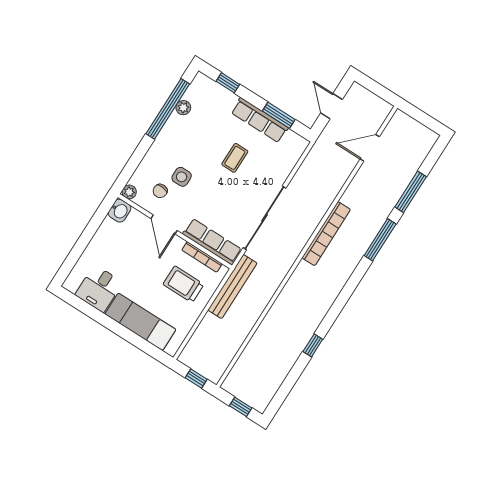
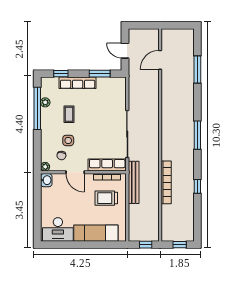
row of seats: (260, 120) -> (78, 83), moved
coffee table: (235, 158) -> (69, 114), moved
bookcase: (326, 234) -> (166, 182), moved
window: (380, 240) -> (197, 135), moved
desk: (99, 288) -> (58, 229), width x1.37

